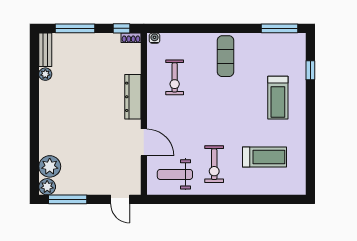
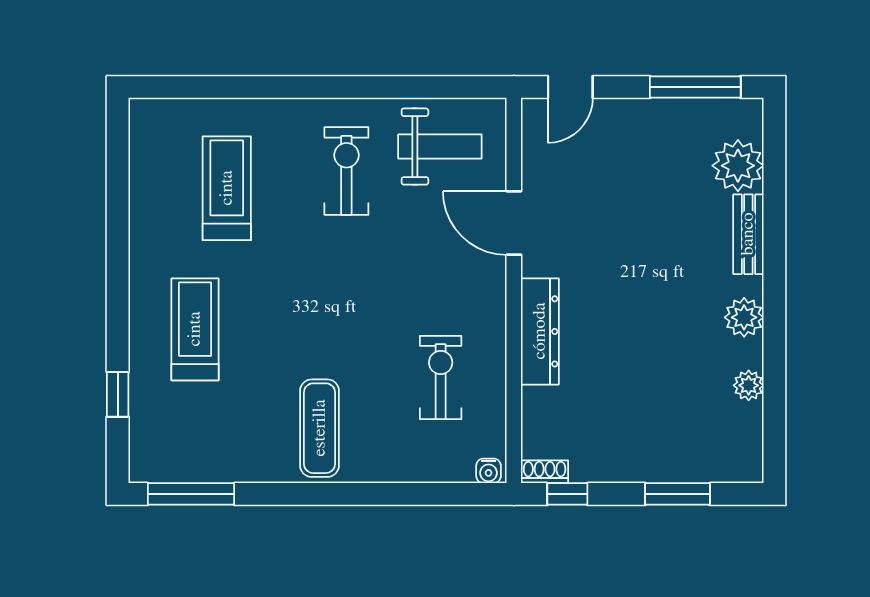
window: (75, 28) -> (678, 494), width x0.69
bench: (45, 50) -> (748, 234), moved
treadmill: (264, 157) -> (227, 188), turned 90
plant: (47, 187) -> (744, 317), moved
door: (120, 199) -> (570, 87), swing flipped

